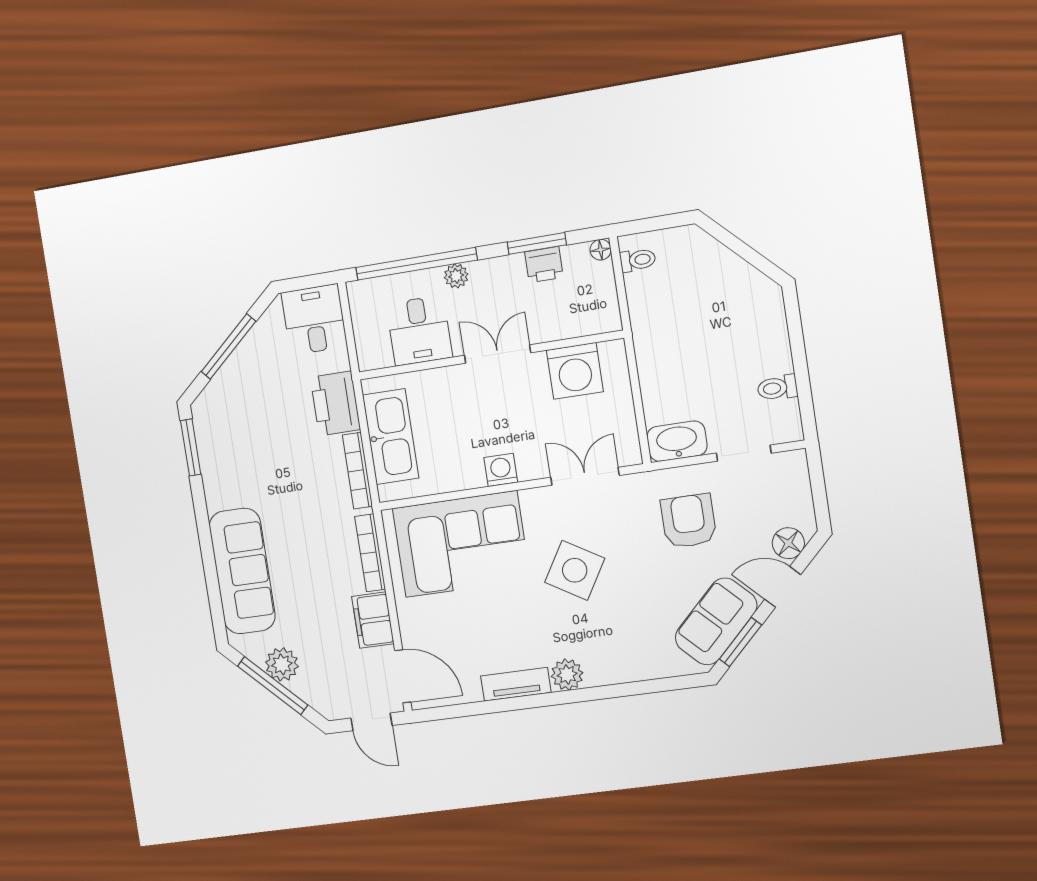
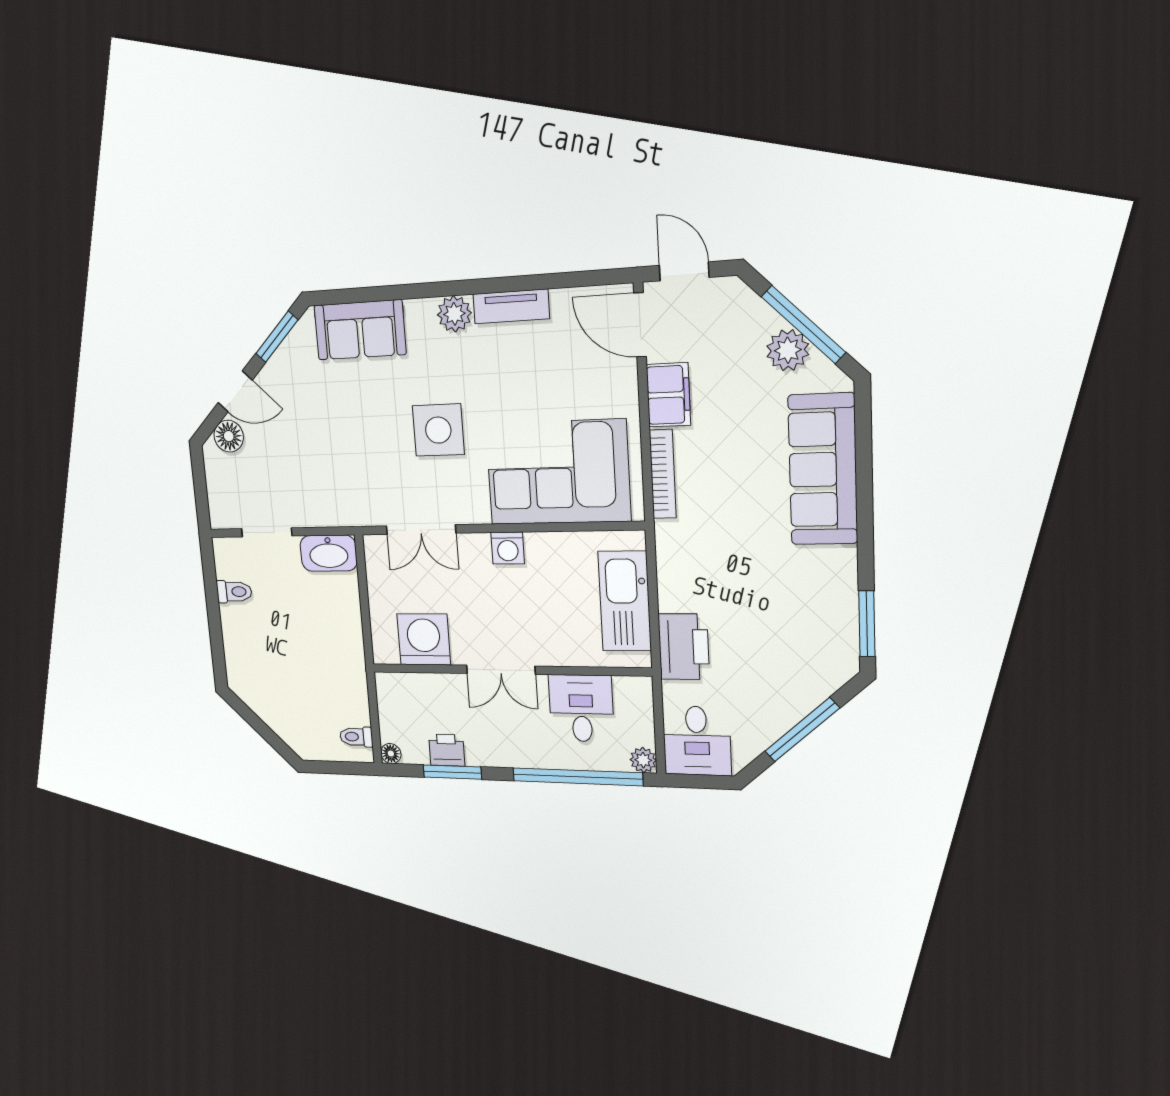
plant: (456, 276) -> (643, 760), moved
bookcase: (357, 471) -> (667, 569), removed
armchair: (689, 521) -> (321, 470), removed
side table: (575, 570) -> (438, 430), turned -31
sofa: (716, 621) -> (360, 330), moved, turned 45

